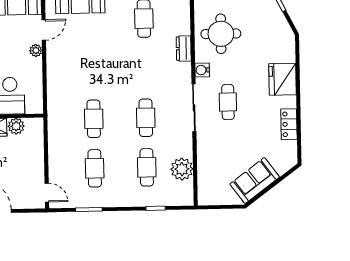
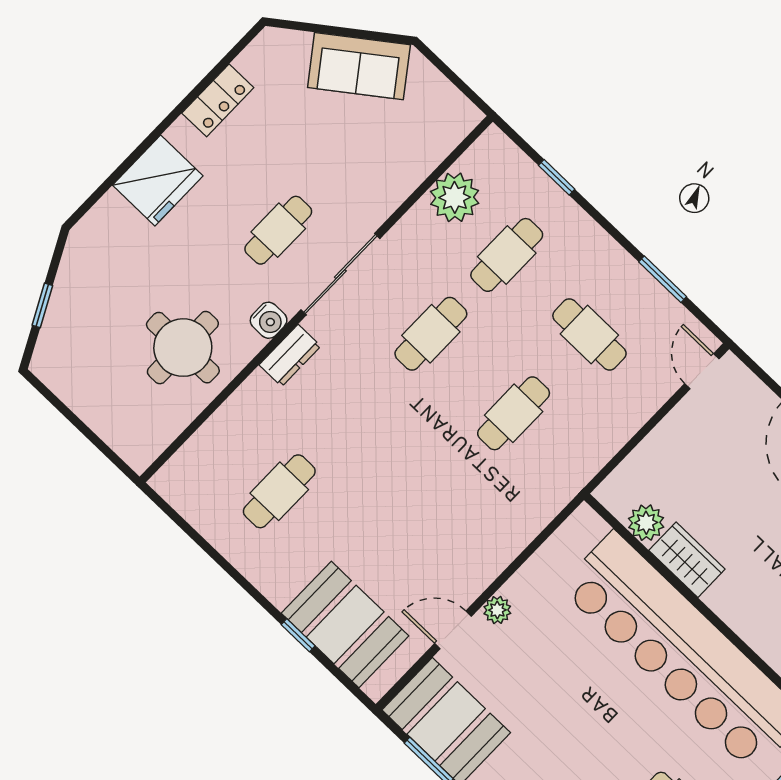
dresser: (184, 49) -> (290, 355), moved
cafe table: (95, 168) -> (589, 334), turned 90

